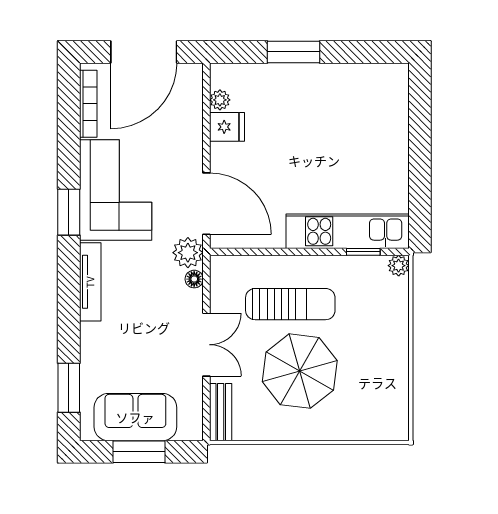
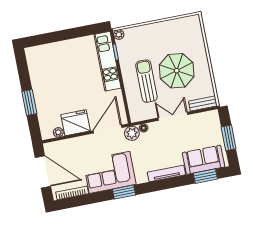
fridge: (227, 127) -> (75, 123), width x1.88, depth x1.34
tv unit: (90, 282) -> (166, 173), moved
sofa: (135, 417) -> (203, 160), moved, turned 90

